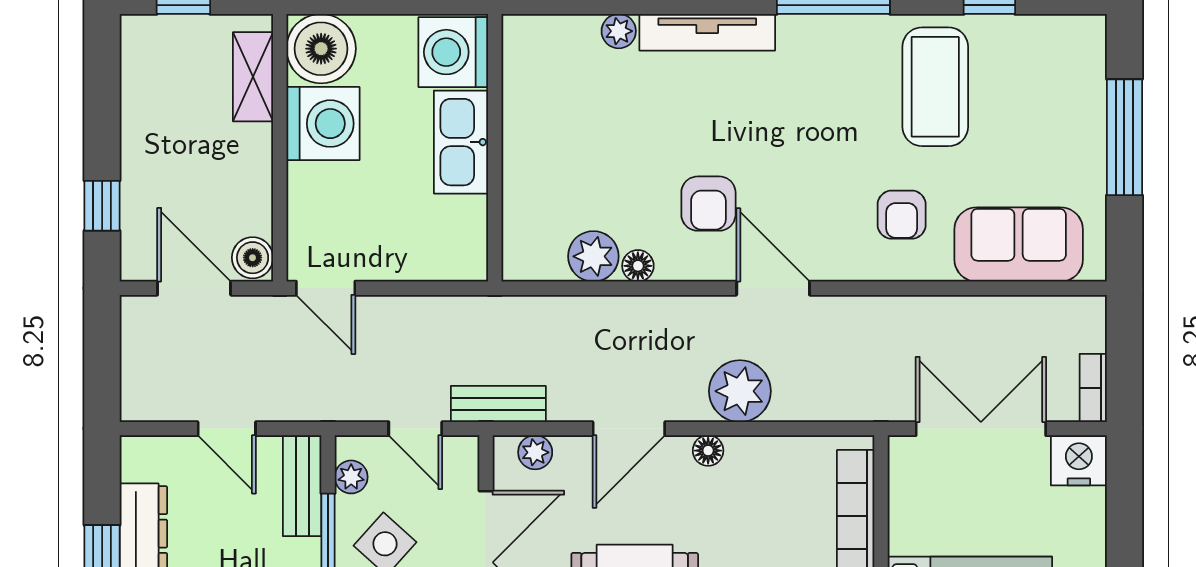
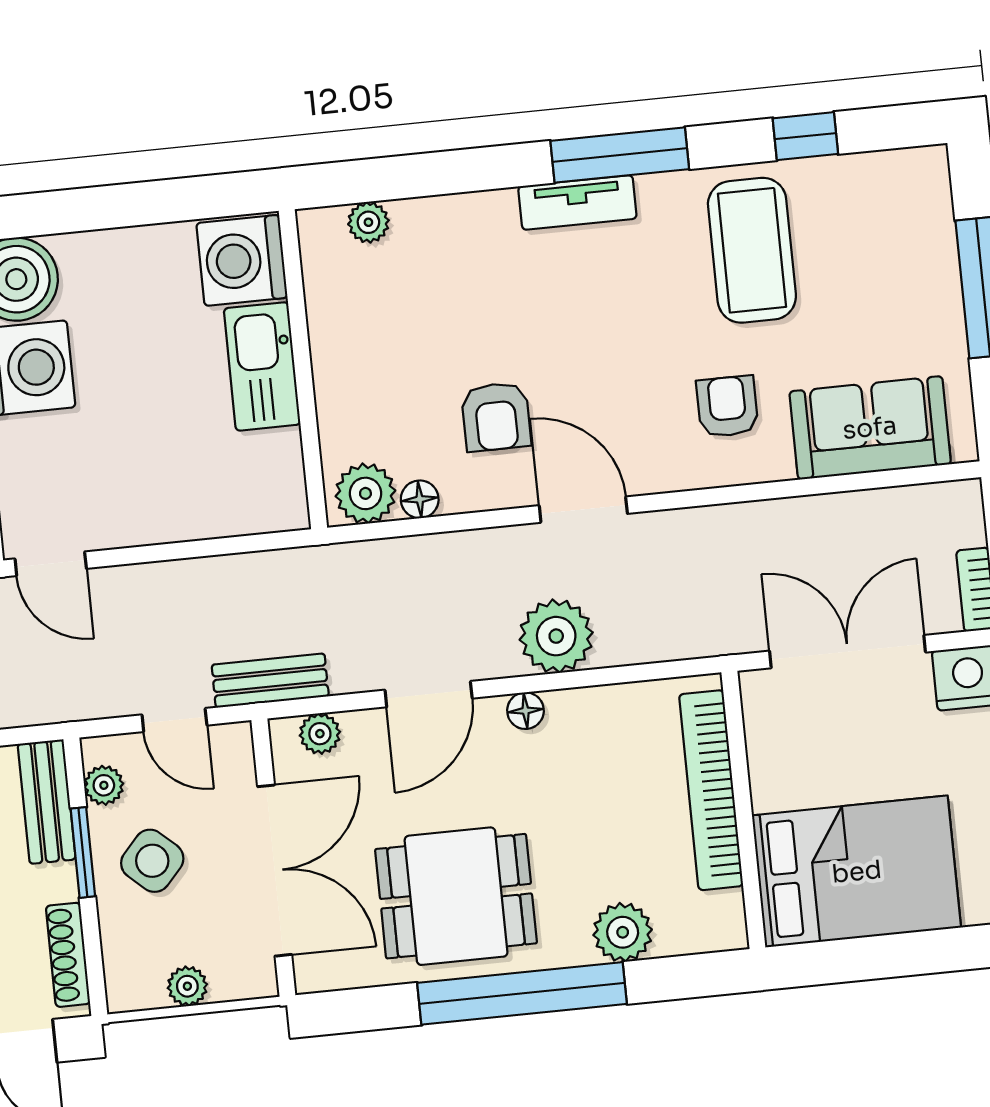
tv unit: (707, 32) -> (577, 202), moved, width x0.71
washing machine: (453, 52) -> (242, 260), moved
kitchen sink: (461, 142) -> (262, 366), moved
wall: (495, 148) -> (303, 369), moved
armchair: (902, 215) -> (727, 406), turned 180

